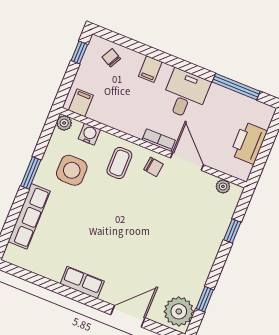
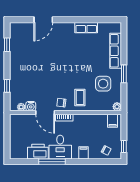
window: (236, 87) -> (52, 162), moved
water cooler: (89, 134) -> (31, 106), moved
printer: (249, 143) -> (38, 152), moved, turned -90
row of seats: (82, 282) -> (86, 28), moved
plant: (179, 311) -> (18, 33), removed

